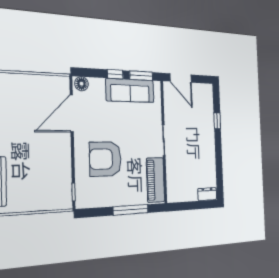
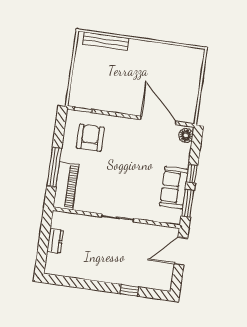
sofa: (130, 90) -> (174, 188), width x0.73
armchair: (105, 159) -> (90, 138), moved, width x0.73, depth x0.73
piano: (155, 180) -> (66, 186), moved, turned 90
dresser: (207, 194) -> (55, 241), moved

